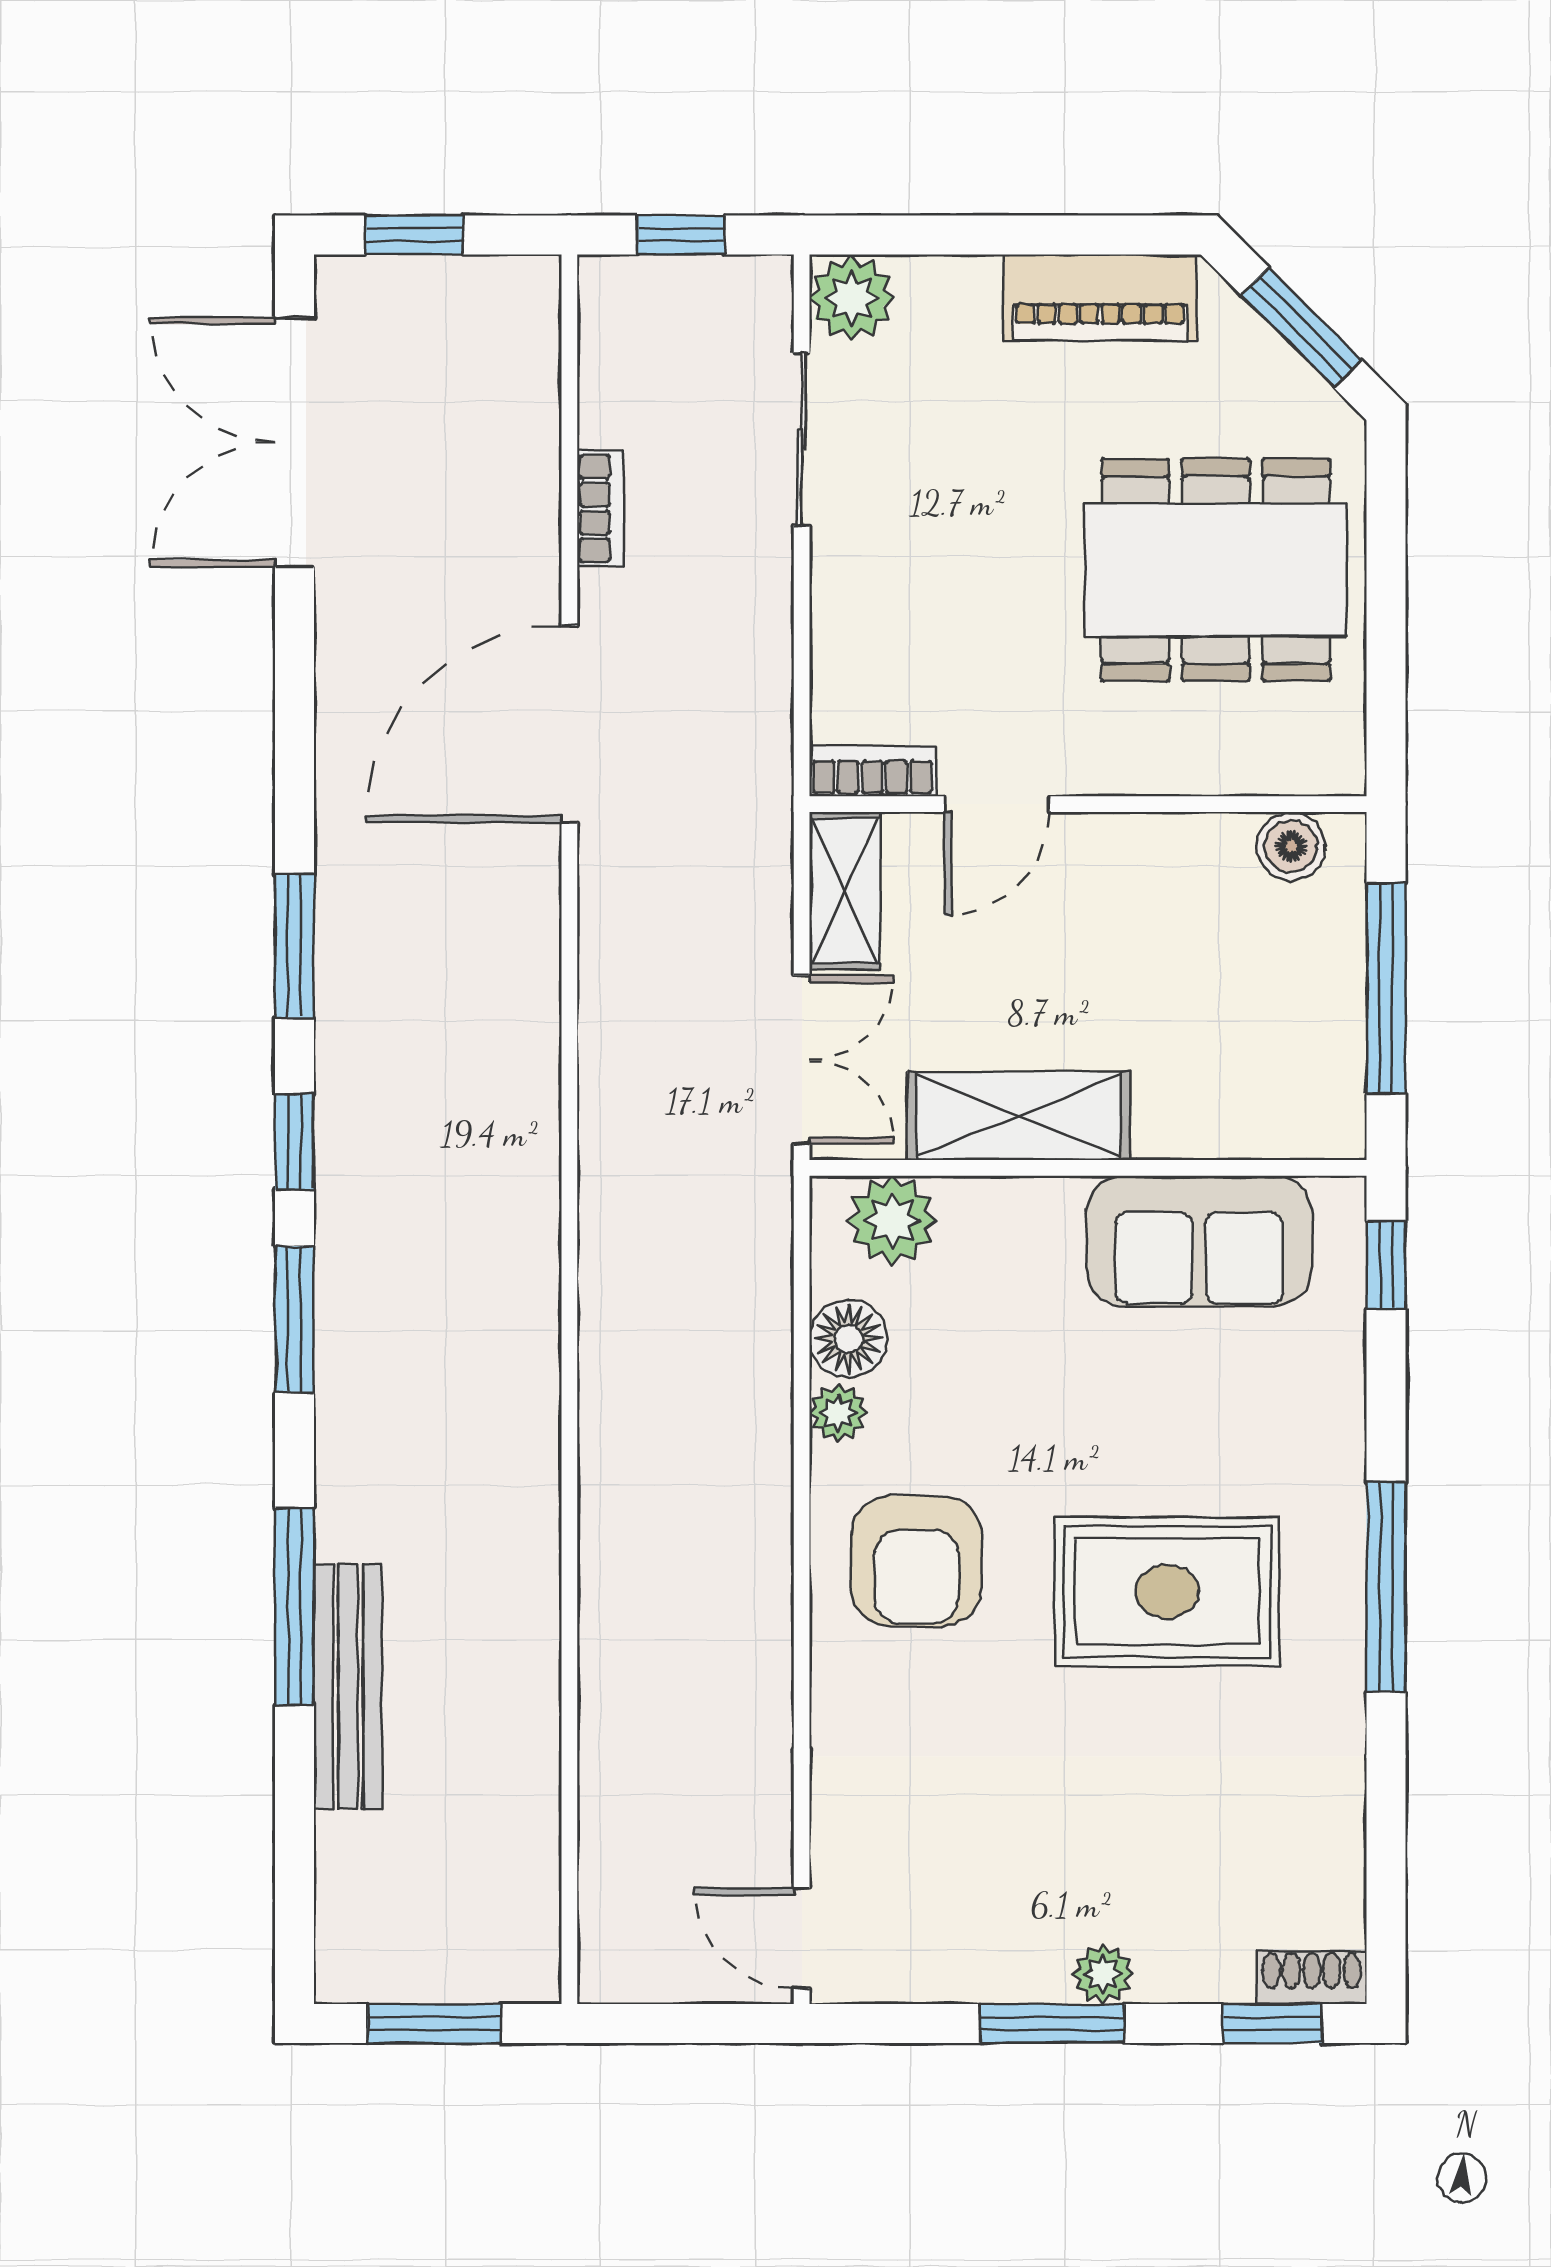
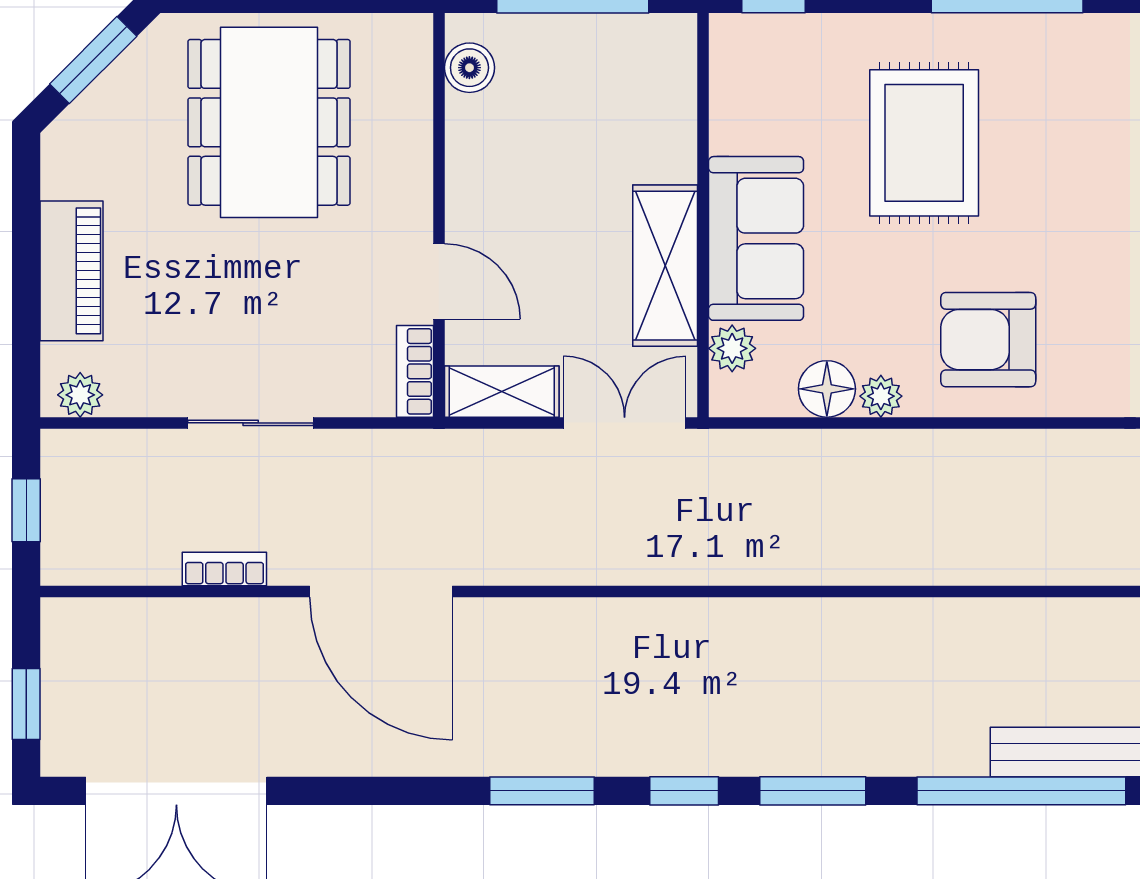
plant: (852, 298) -> (80, 395), width x0.73, depth x0.73
piano: (1100, 298) -> (71, 271), moved
sliding door: (802, 439) -> (251, 423), moved
plant: (892, 1220) -> (732, 348), width x0.73, depth x0.73
sofa: (1199, 1241) -> (756, 238), moved
armchair: (916, 1561) -> (988, 340), turned 180
rug: (1167, 1591) -> (924, 143), moved
window: (294, 1607) -> (1021, 791), width x1.46

